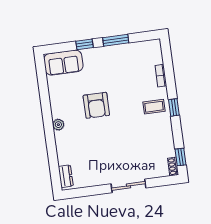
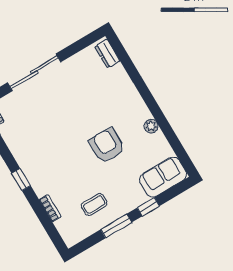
coffee table: (154, 107) -> (94, 205), moved
plant: (58, 125) -> (151, 126), moved
sliding door: (128, 186) -> (34, 72), width x1.37

